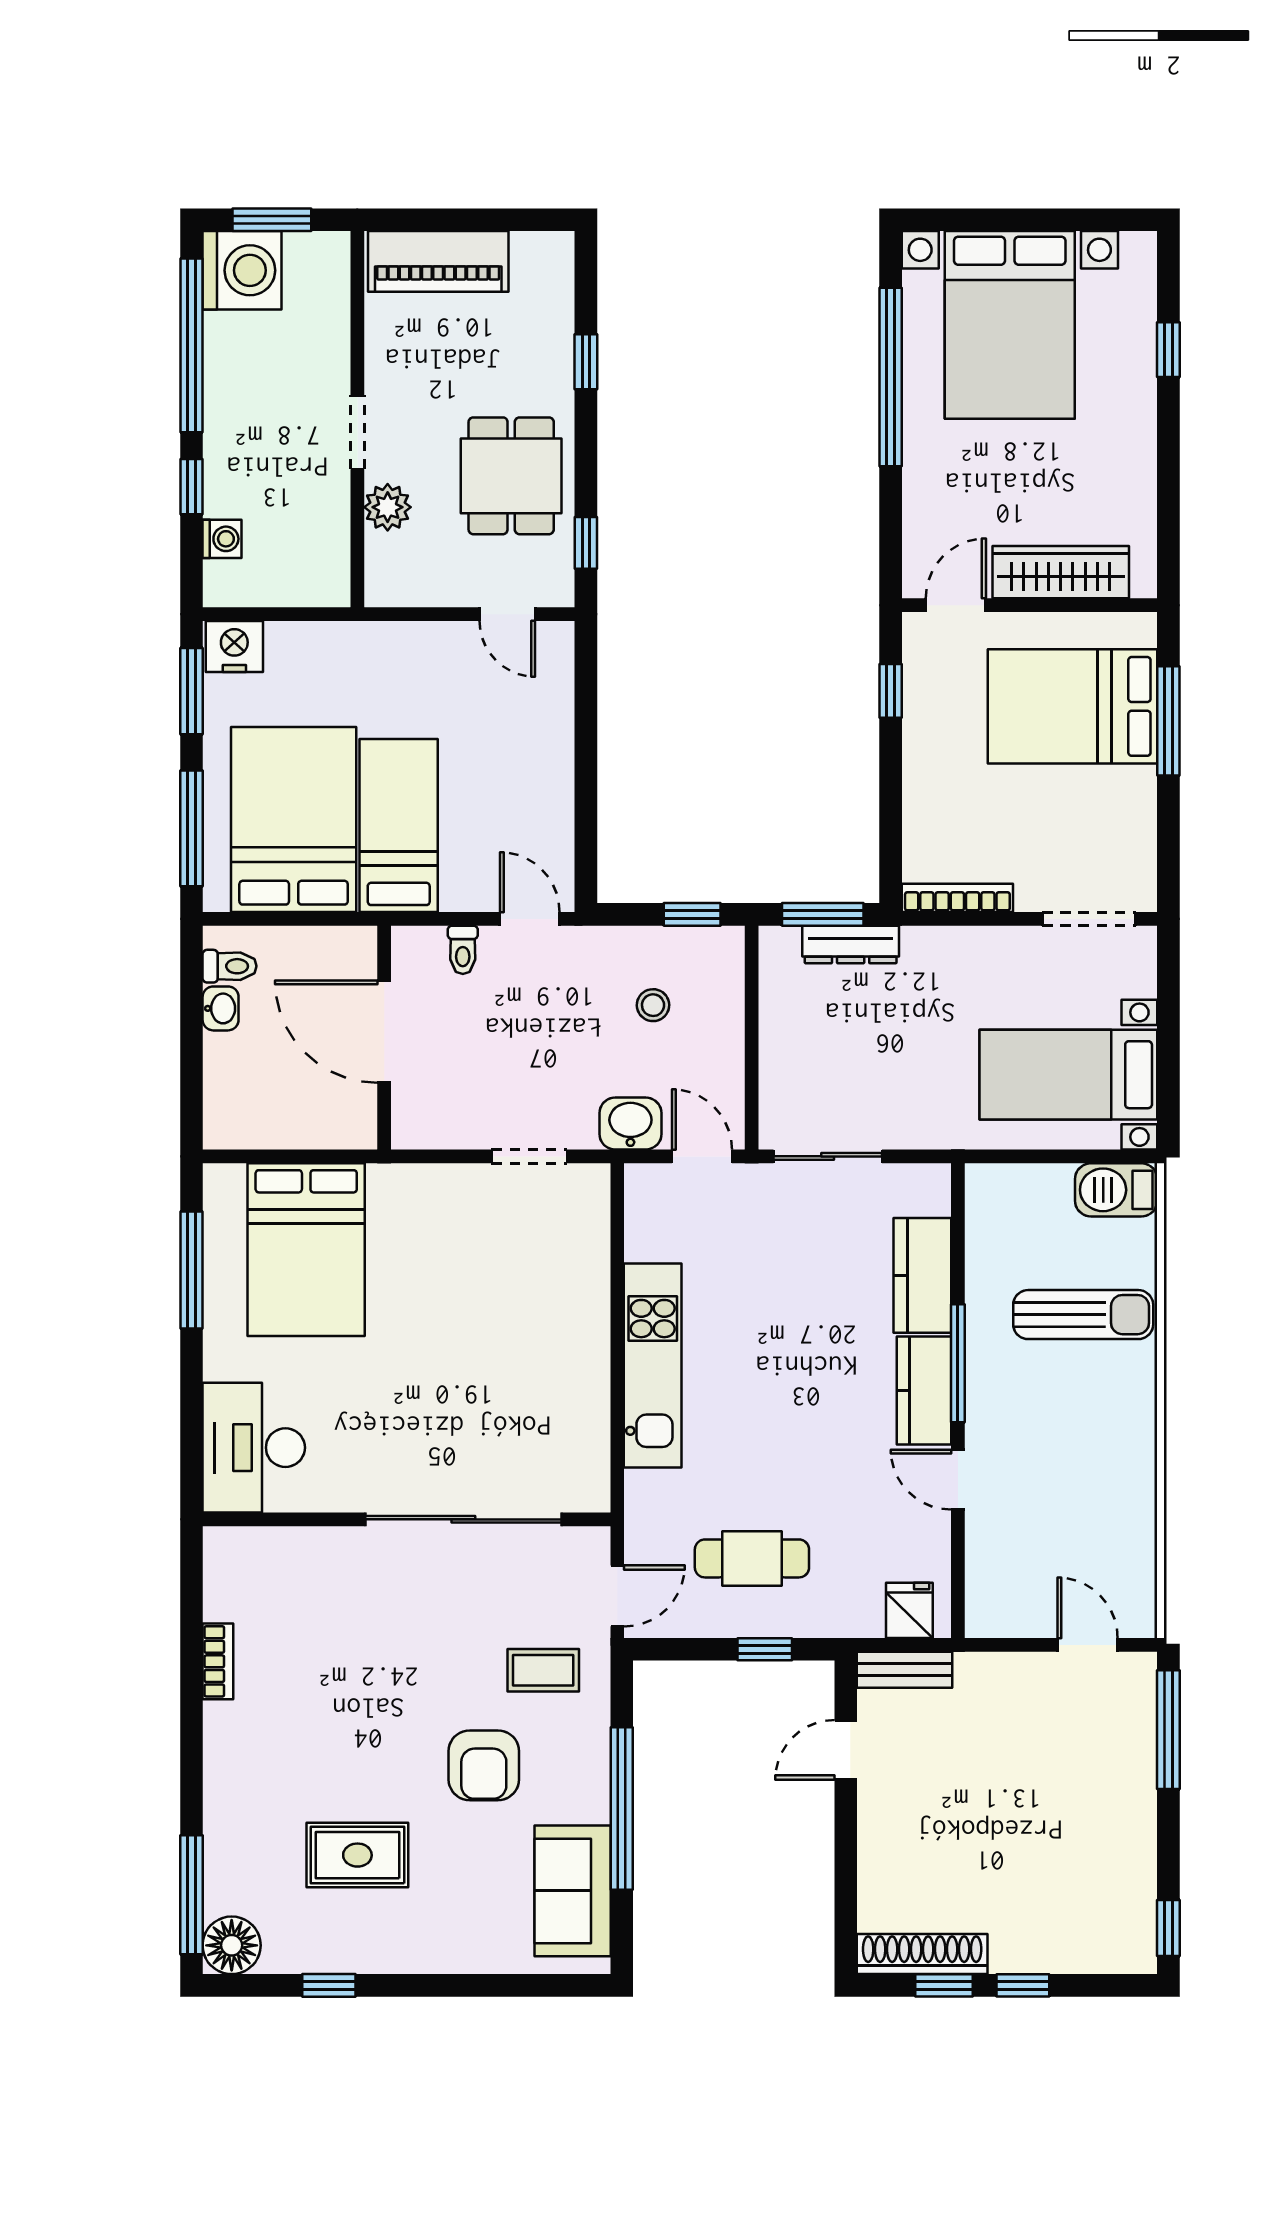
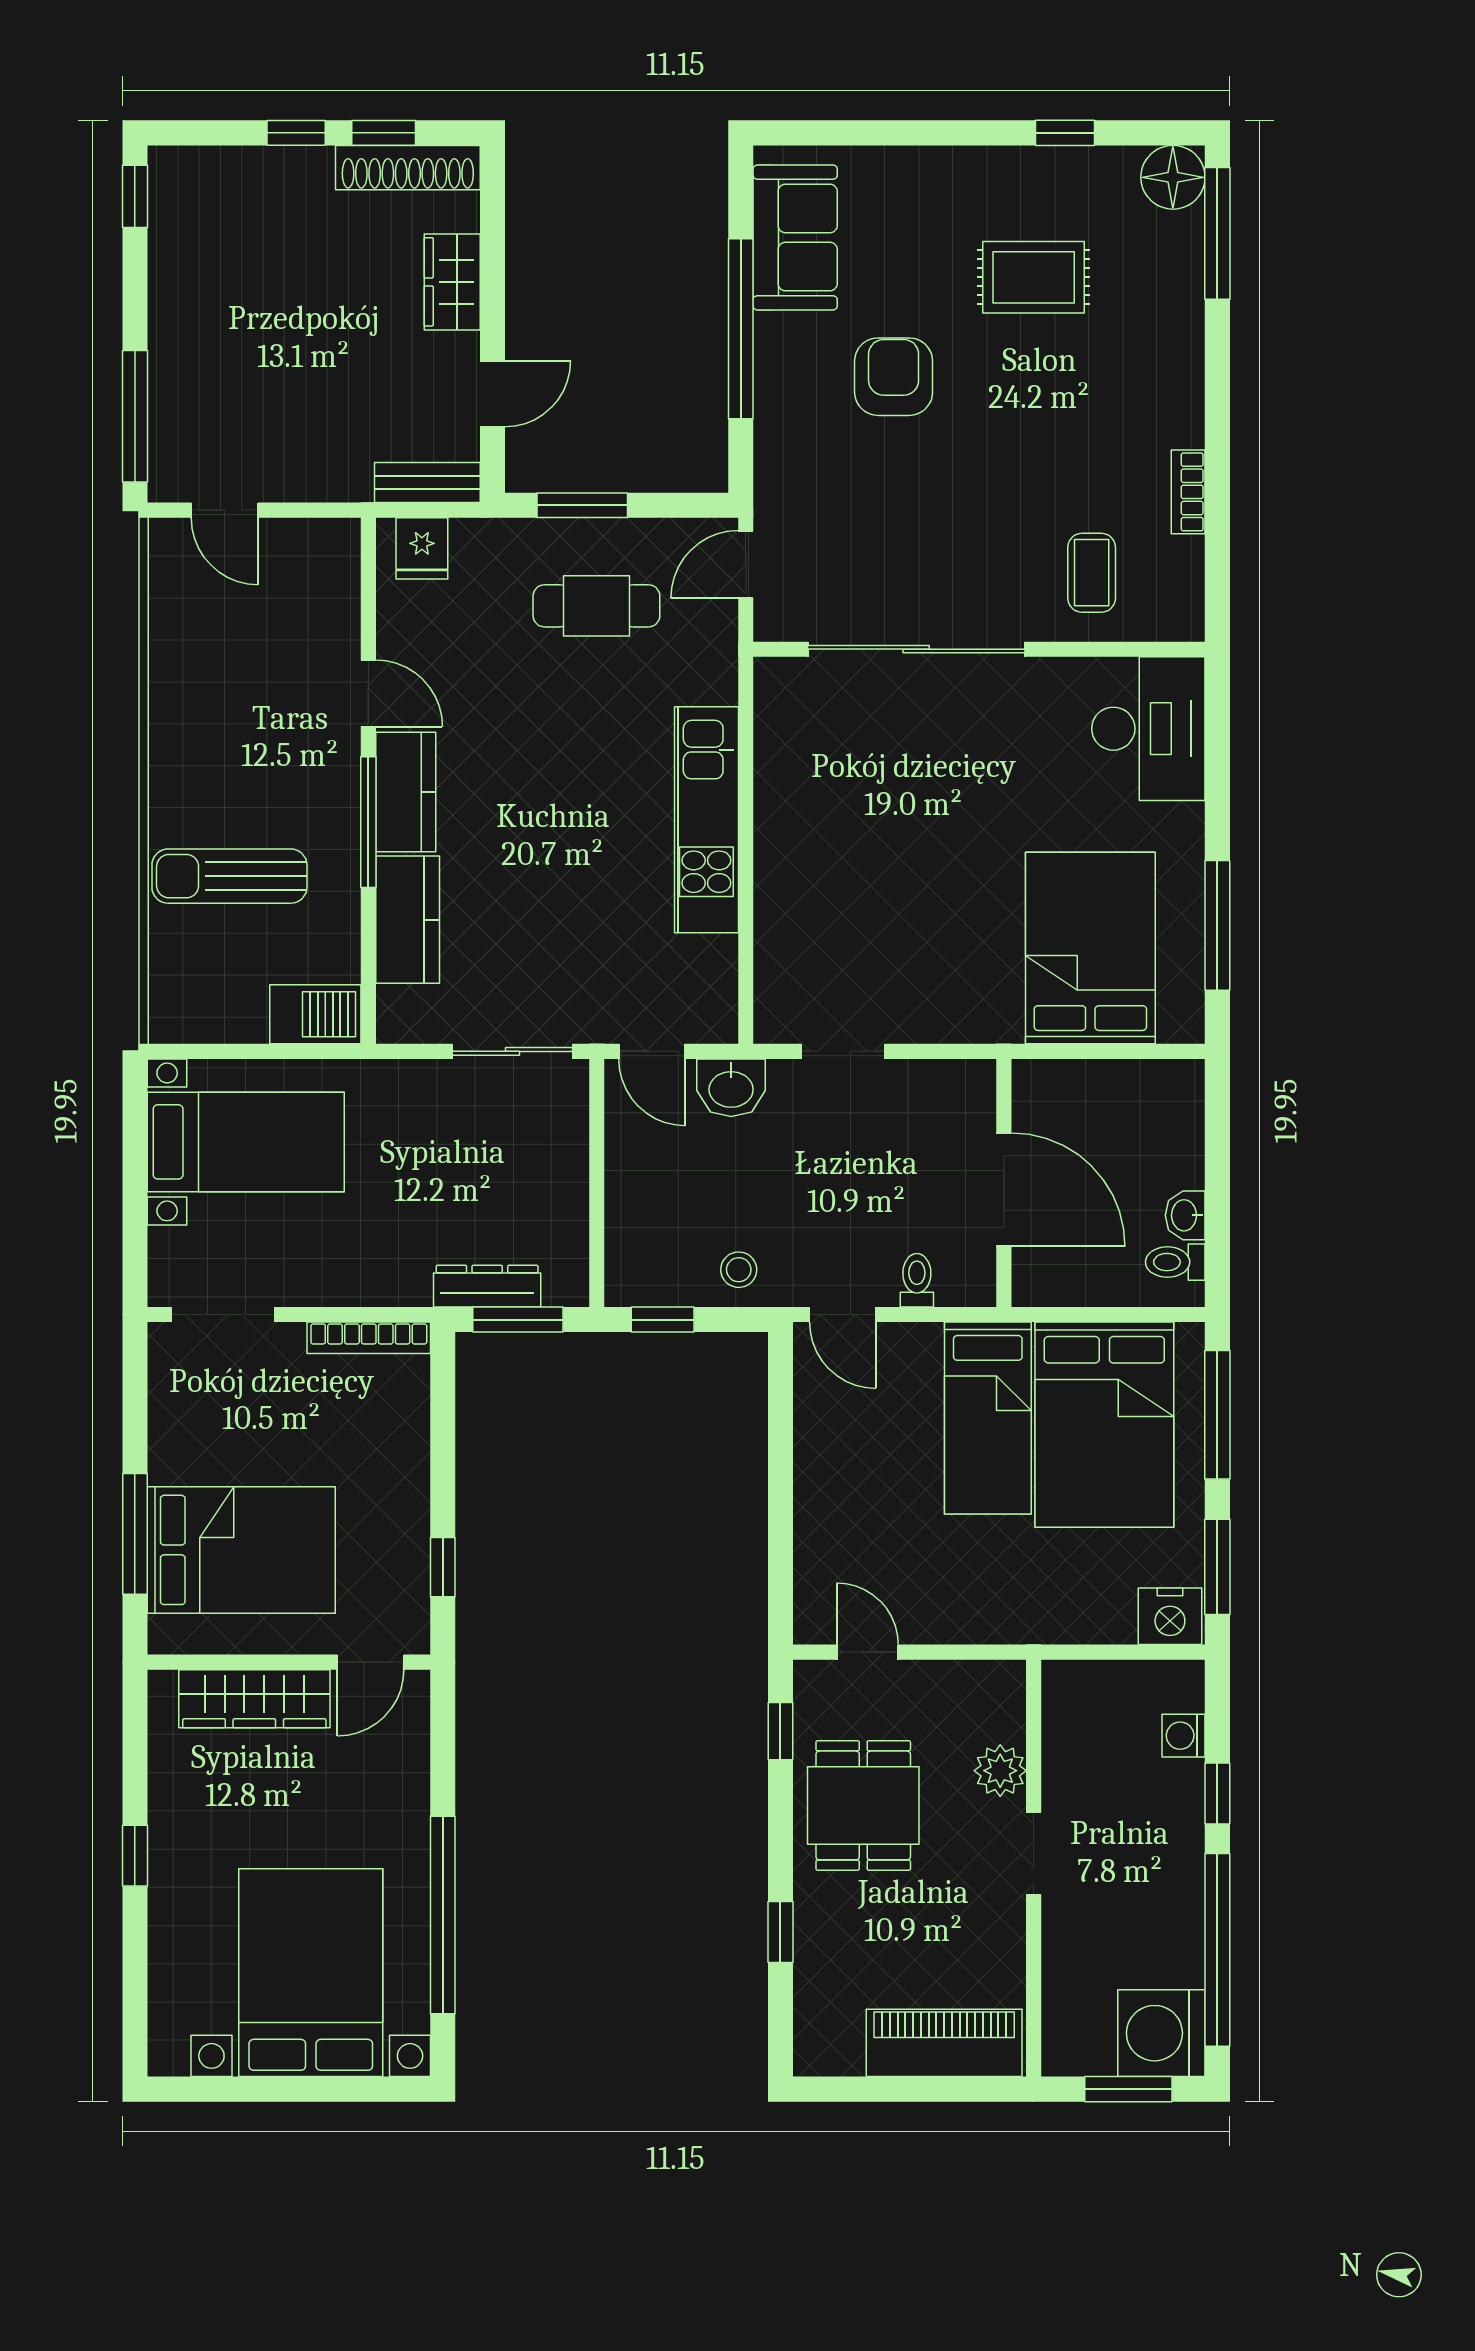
window: (1168, 350) -> (135, 1856), moved
stool: (653, 1005) -> (739, 1270), moved
barbecue: (1116, 1190) -> (315, 1014), moved
window: (765, 1649) -> (582, 505), width x1.50
coffee table: (543, 1670) -> (1092, 573), moved, turned 90
wardrobe: (882, 1851) -> (452, 282), added

